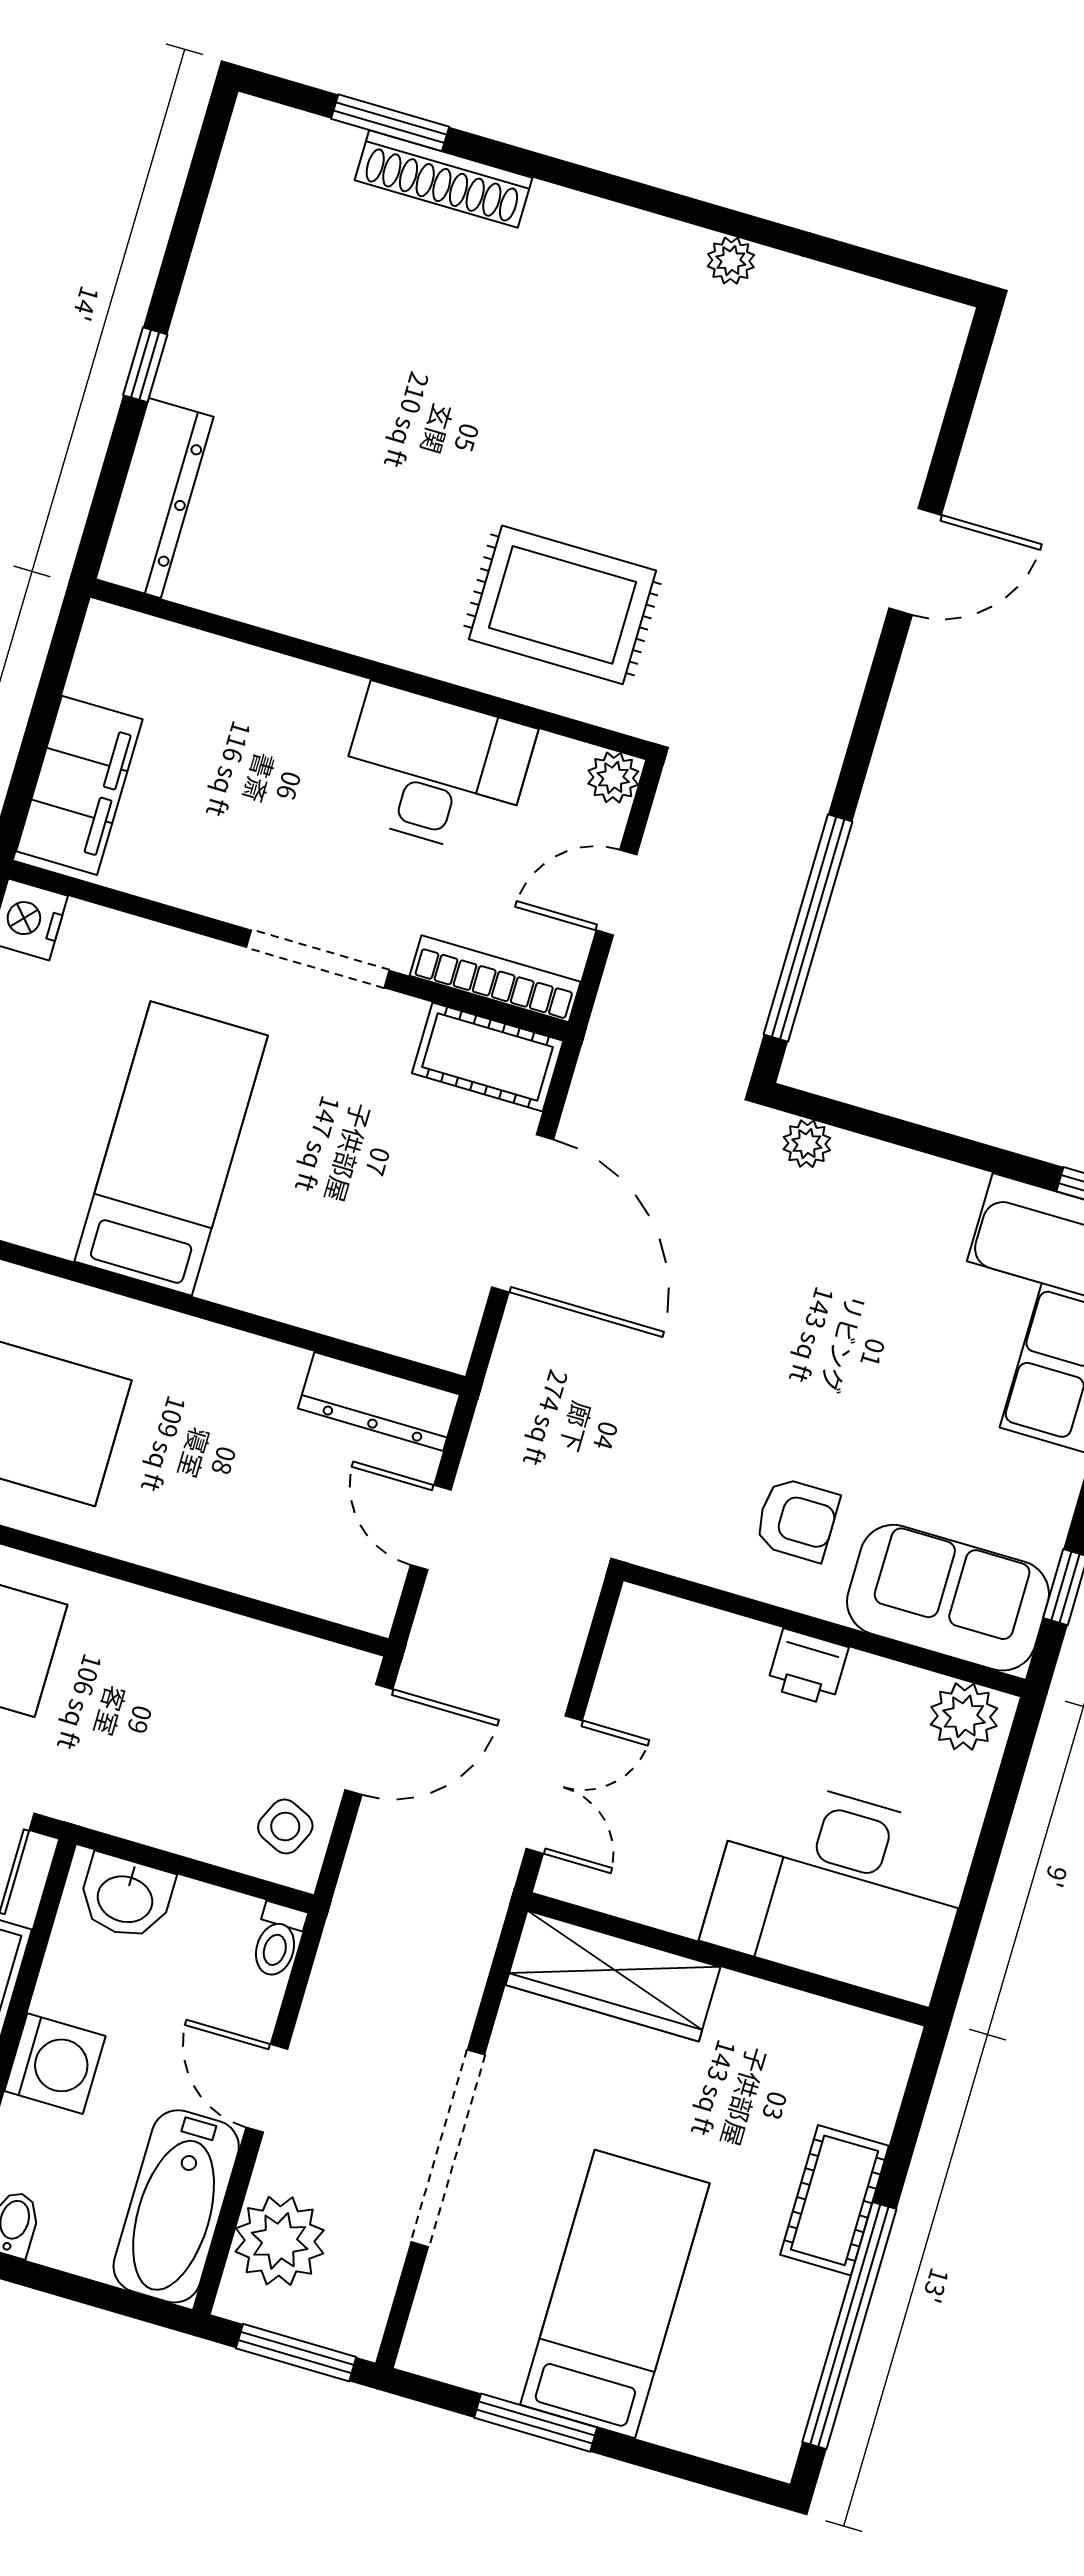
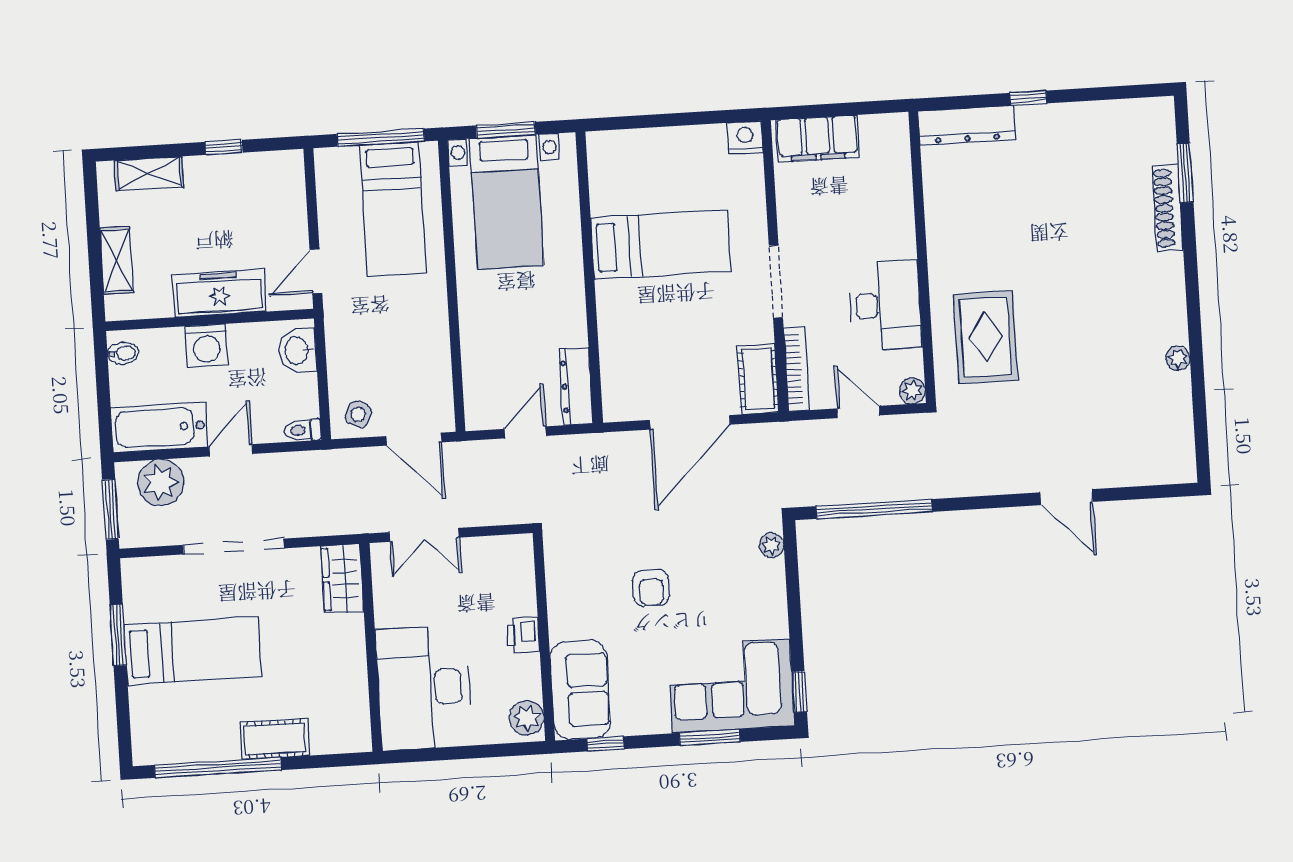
armchair: (797, 1519) -> (651, 588), moved
wardrobe: (613, 1976) -> (342, 579), width x0.67

